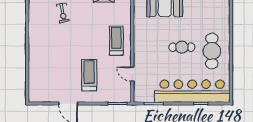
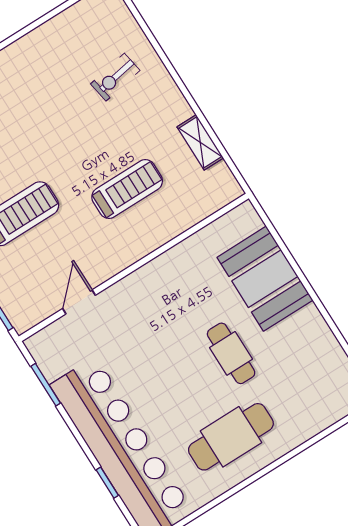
treadmill: (116, 41) -> (127, 189), moved
cafe table: (182, 47) -> (231, 353), moved

